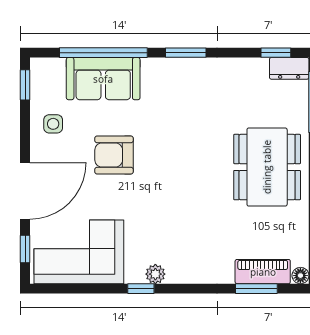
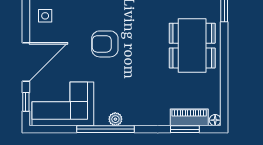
armchair: (114, 155) -> (105, 44), moved
window: (141, 289) -> (105, 129), width x3.17

